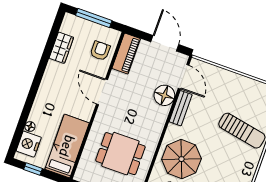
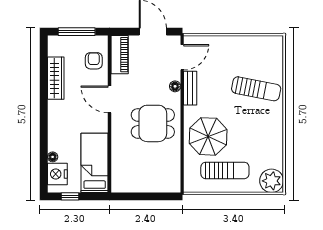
wardrobe: (61, 48) -> (56, 78), width x1.50
door: (183, 77) -> (182, 57), hinge flipped
floor lamp: (164, 95) -> (175, 86), width x0.53, depth x0.53
dining table: (120, 154) -> (153, 123), moved

